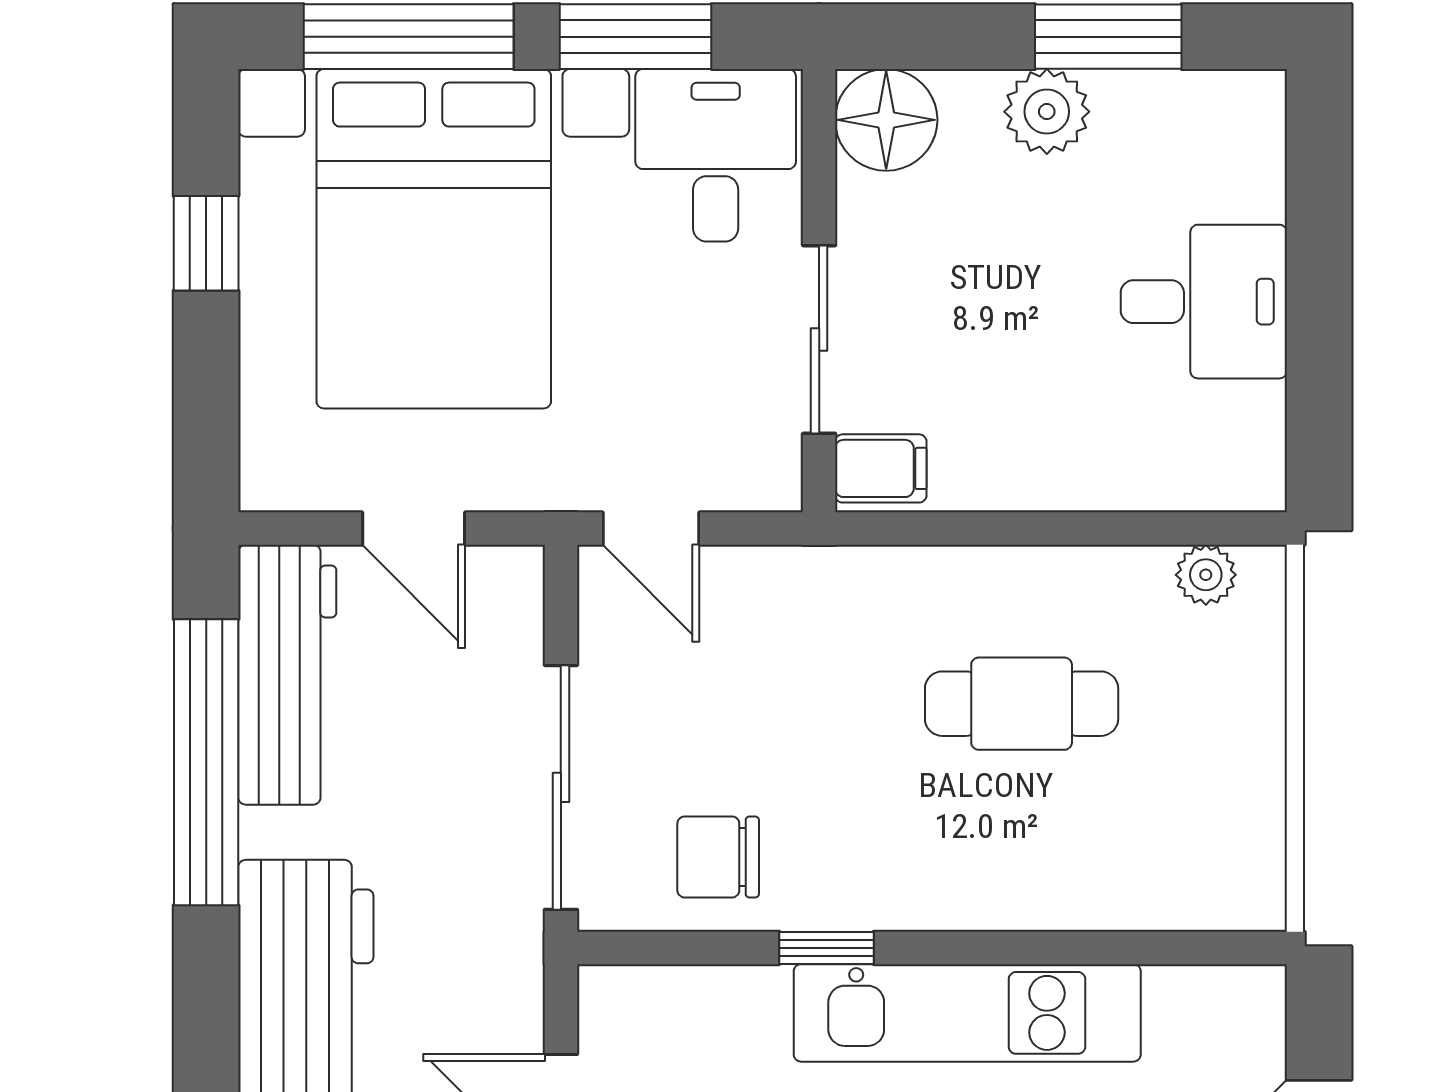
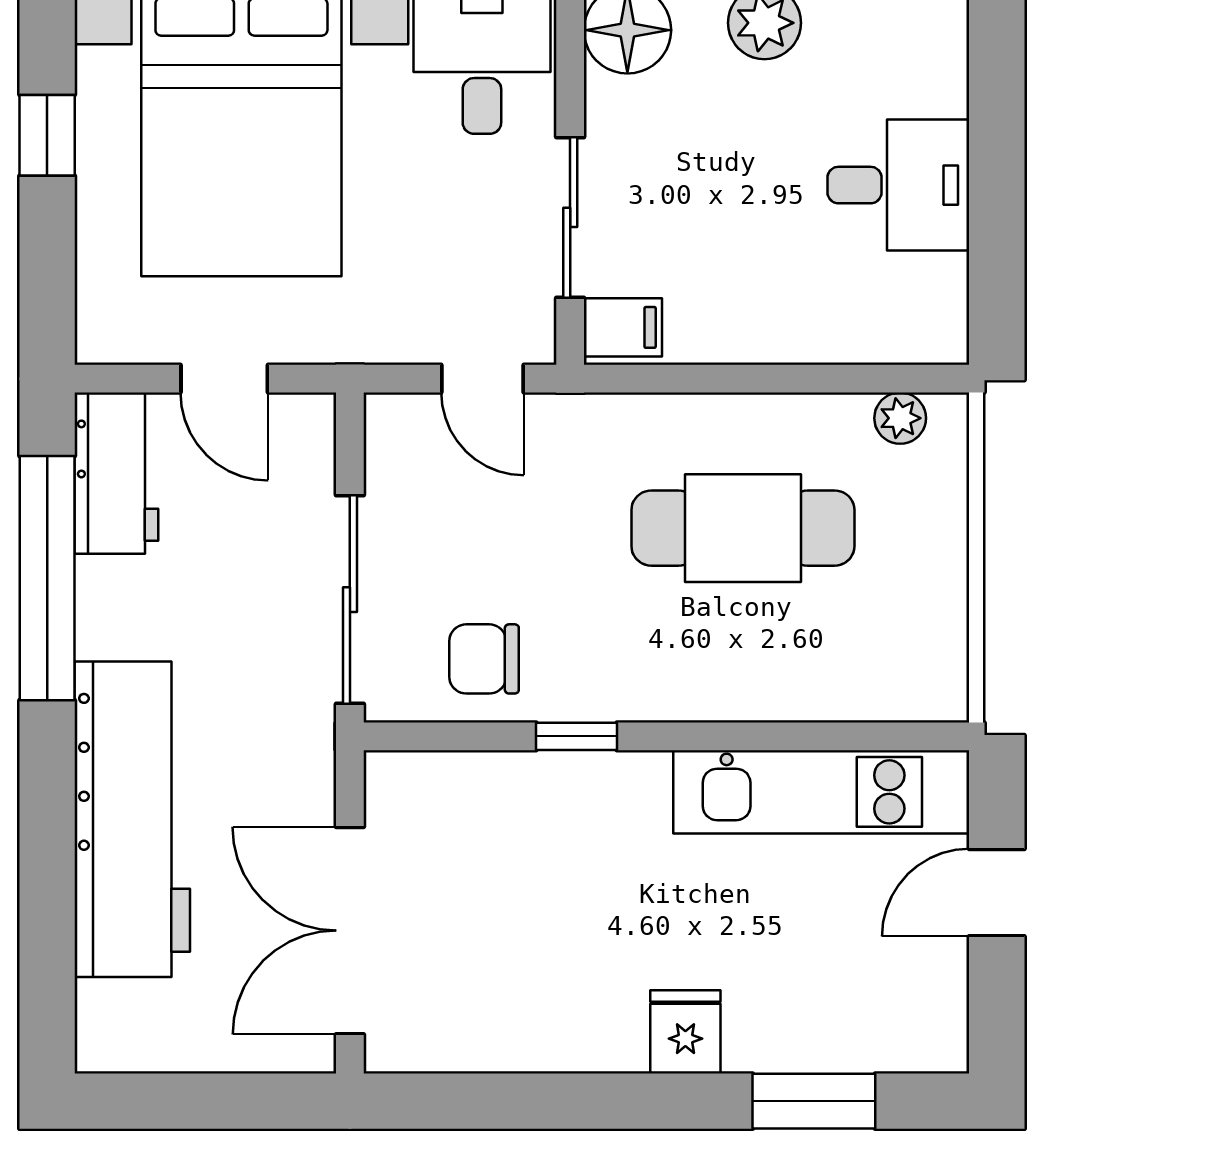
door: (651, 529) -> (483, 379), moved
workbench: (287, 675) -> (116, 473), width x0.73
cafe table: (1022, 704) -> (743, 528), width x1.37, depth x1.35
kitchen unit: (967, 1013) -> (821, 792), moved

